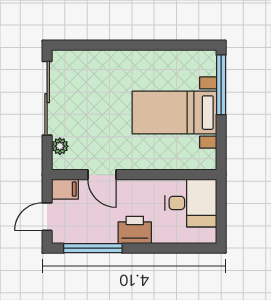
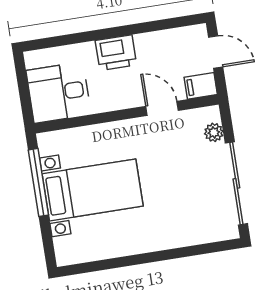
window: (221, 85) -> (38, 182), moved
door: (47, 217) -> (216, 52), hinge flipped
window: (93, 248) -> (159, 25), removed

